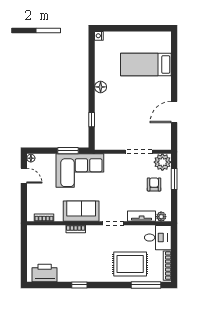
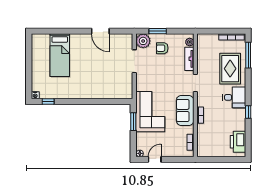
floor lamp: (101, 87) -> (79, 94), removed
window: (92, 120) -> (48, 101), moved
desk: (158, 238) -> (234, 97), moved, turned 90

